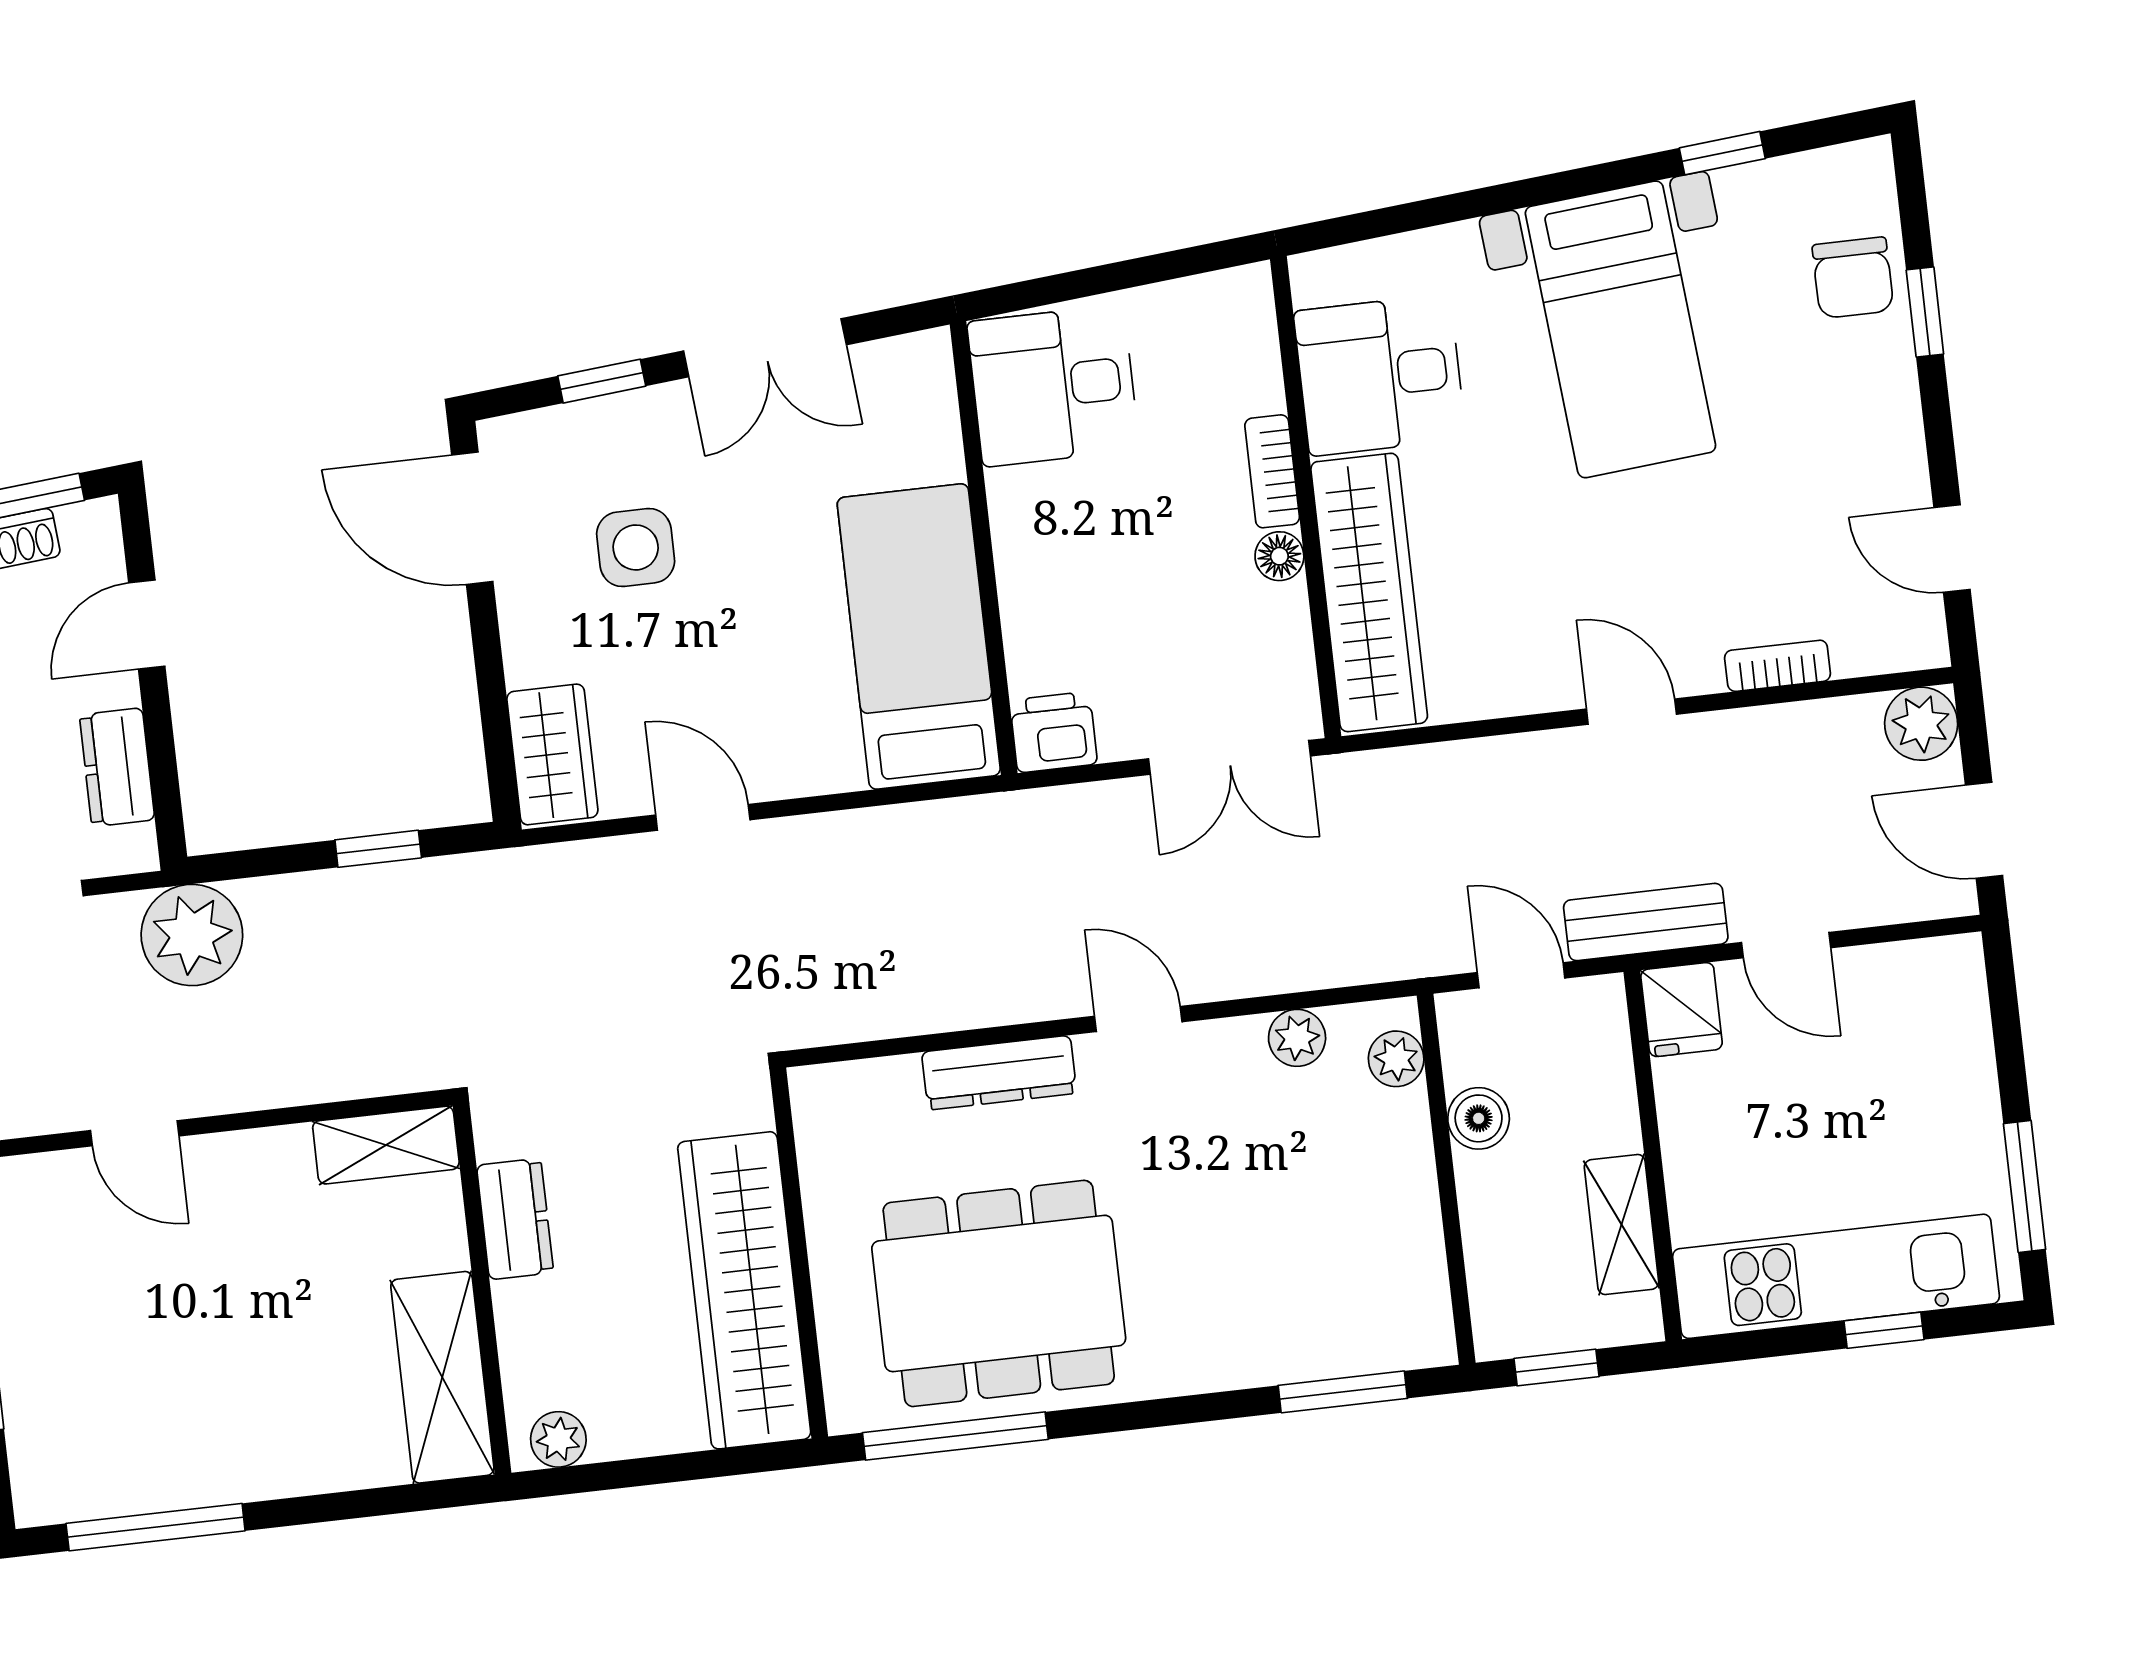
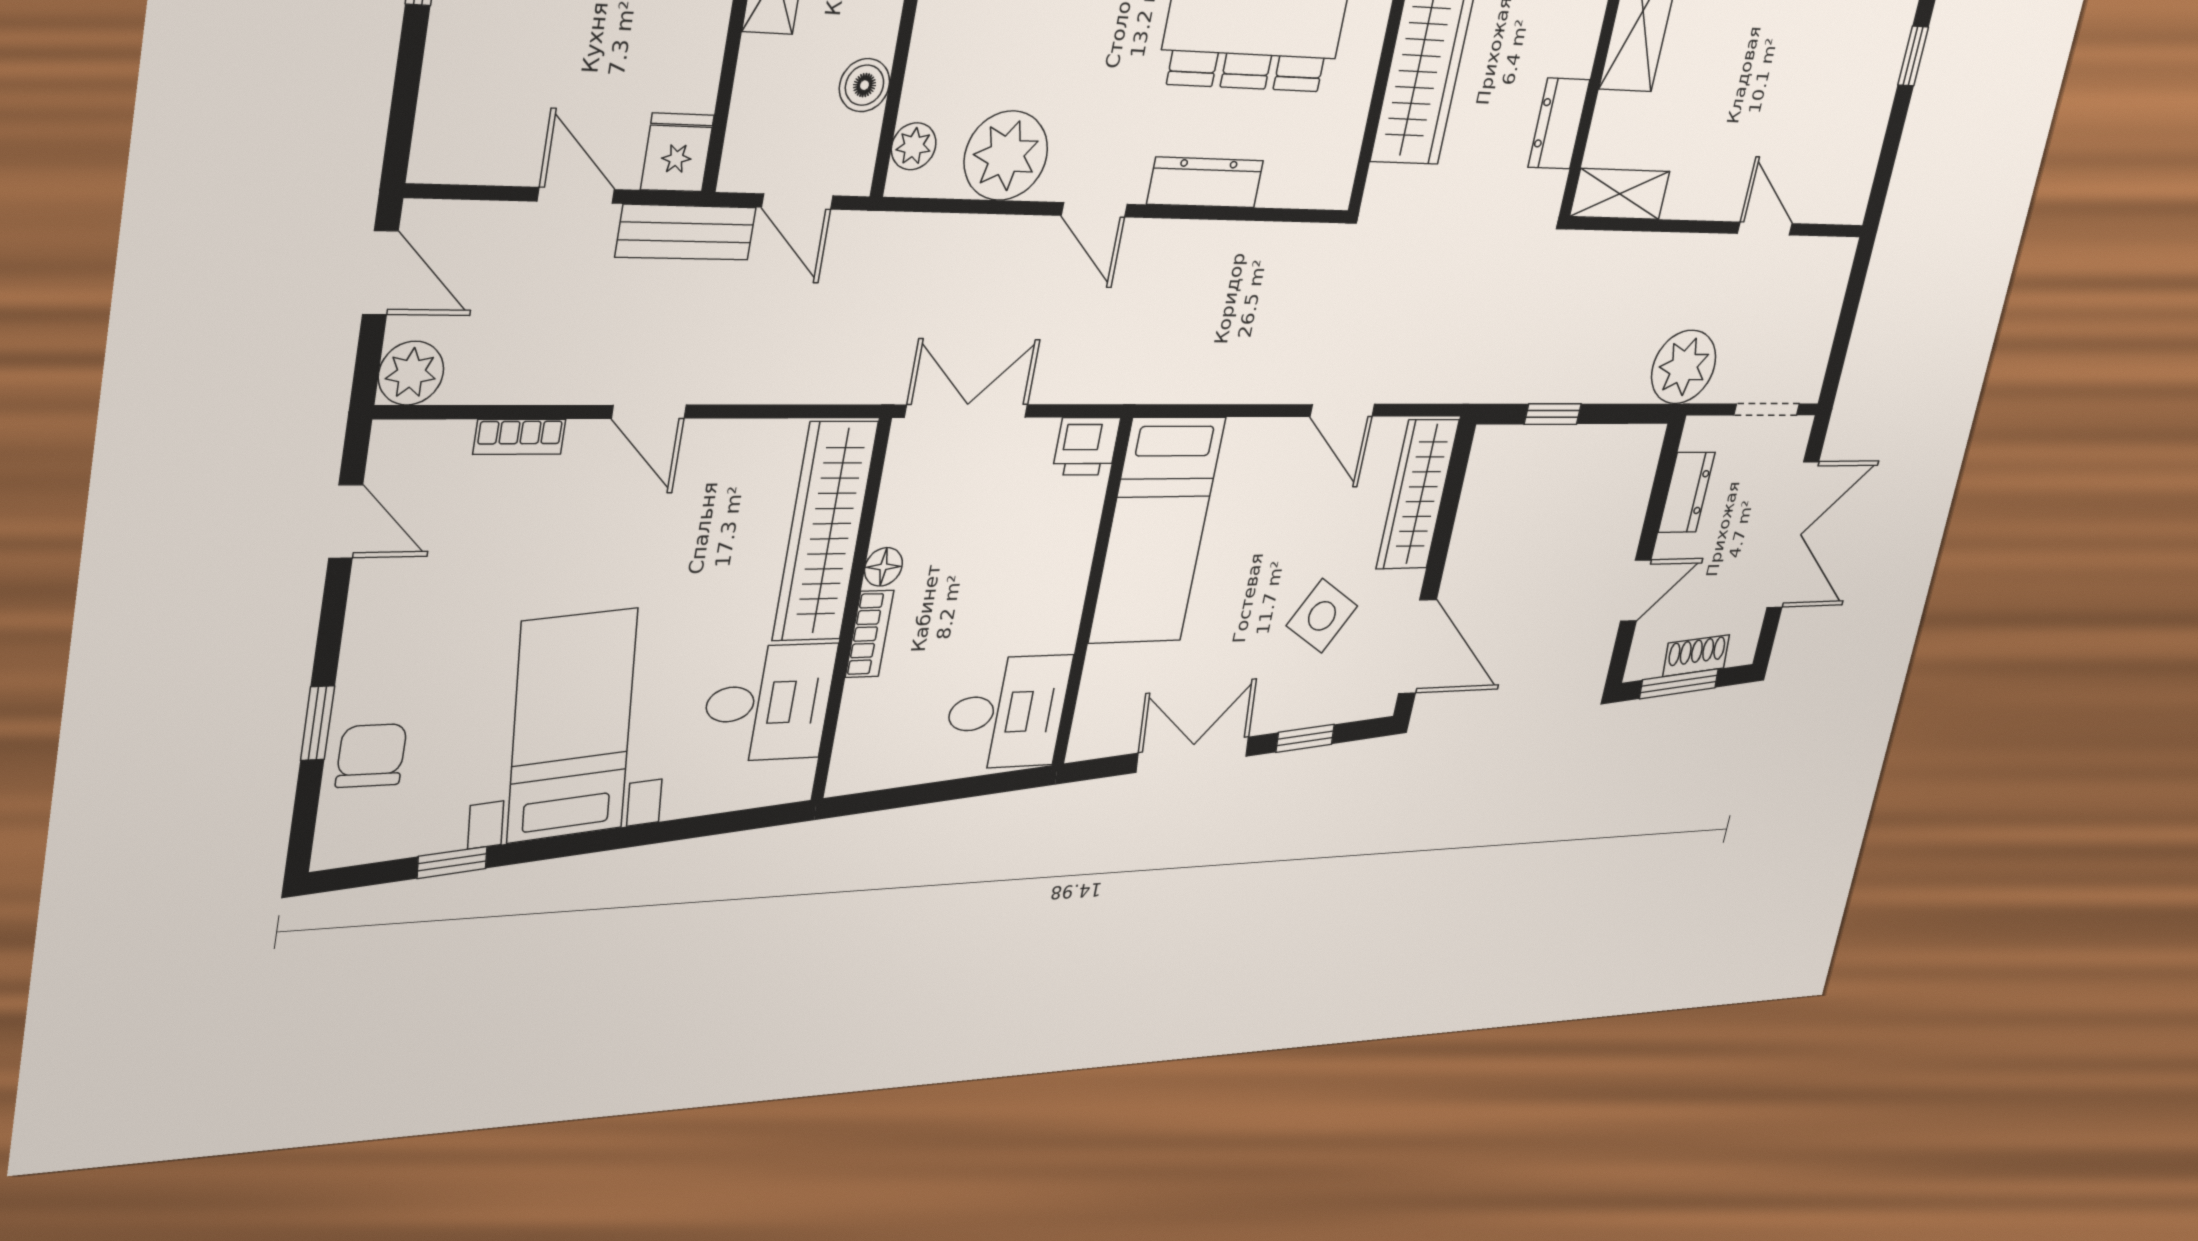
side table: (636, 547) -> (1322, 616), turned 32
wardrobe: (552, 754) -> (1418, 494), width x1.50
plant: (1297, 1038) -> (1006, 156), width x1.87, depth x1.87

